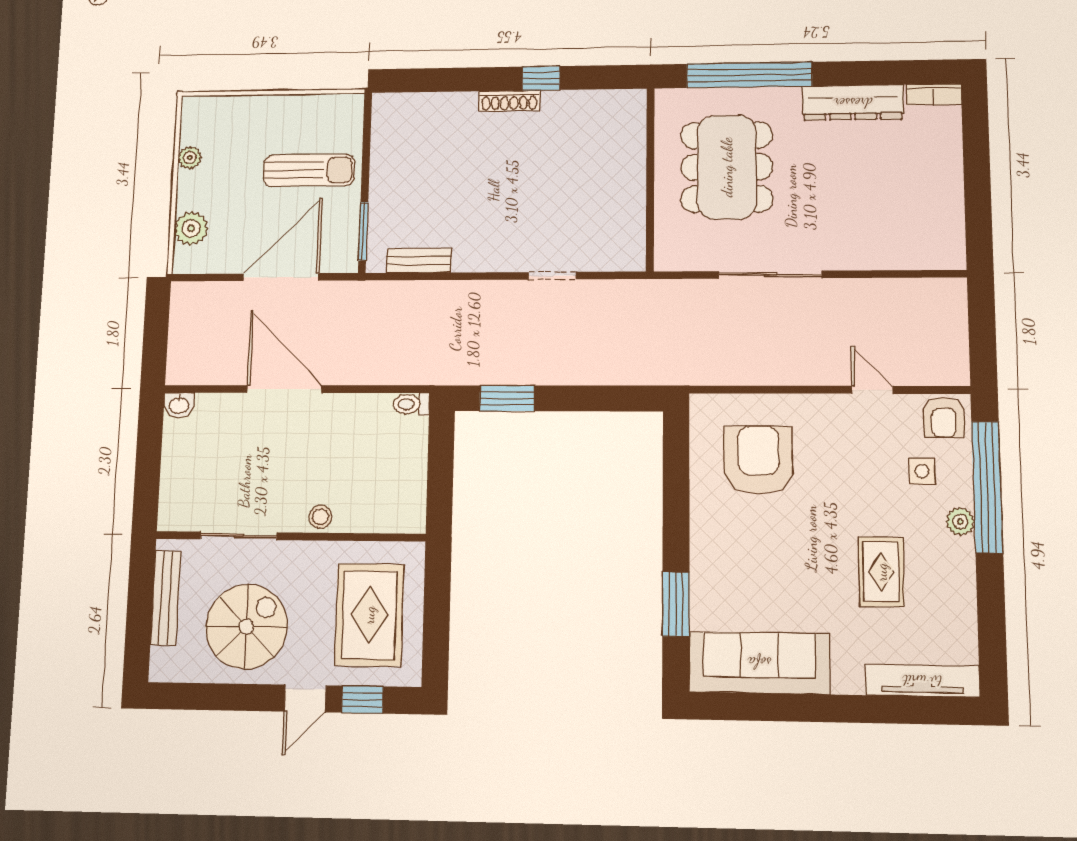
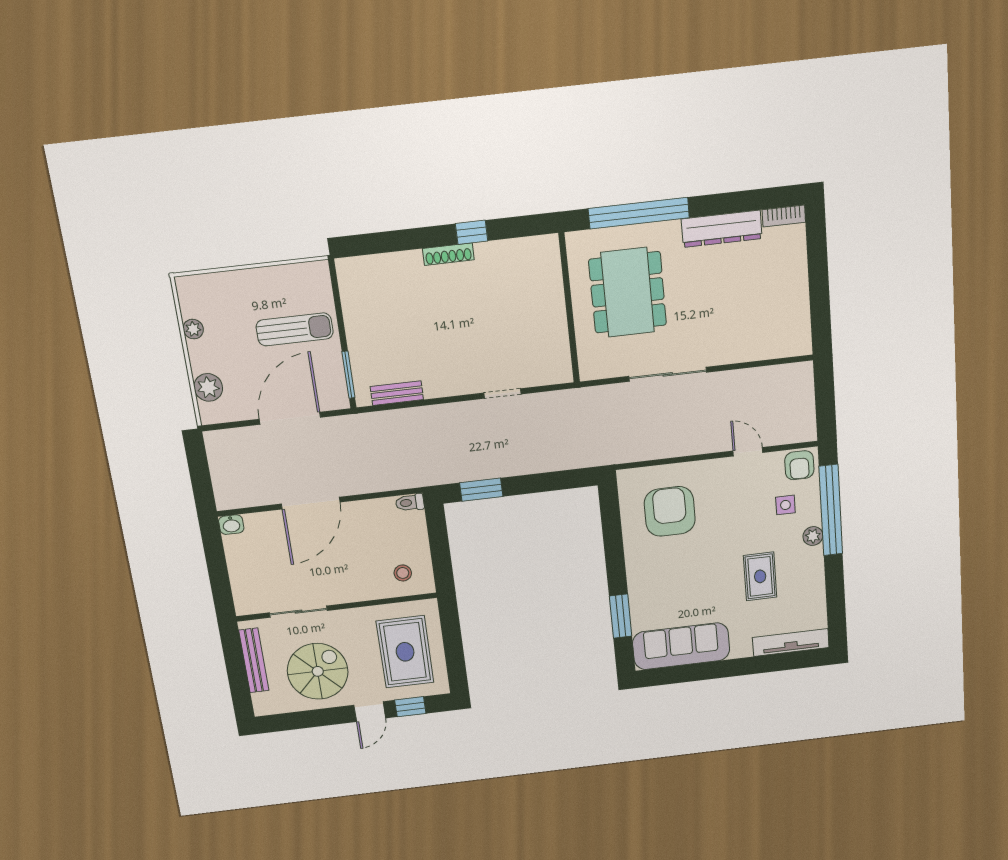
door: (284, 389) -> (311, 503), swing flipped
stool: (321, 517) -> (403, 573), moved

